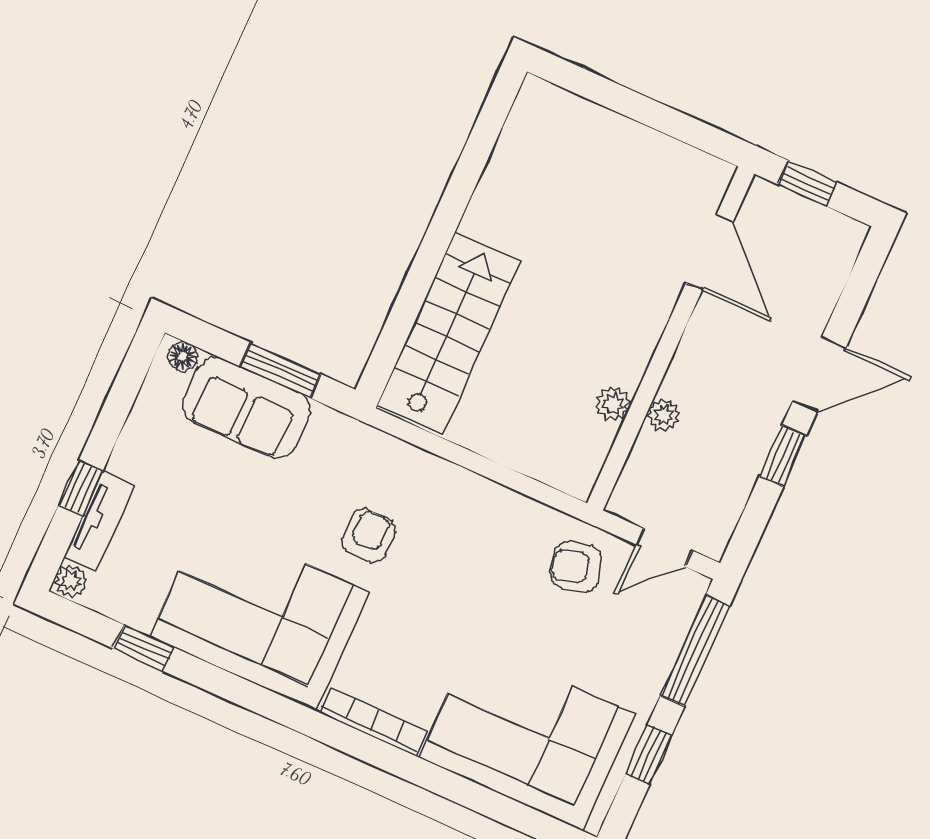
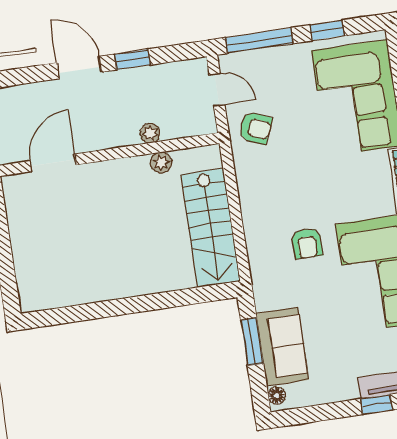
stairs: (449, 333) -> (211, 228), moved, turned -90
armchair: (368, 535) -> (307, 243), turned -90
armchair: (576, 567) -> (256, 128), turned -53

